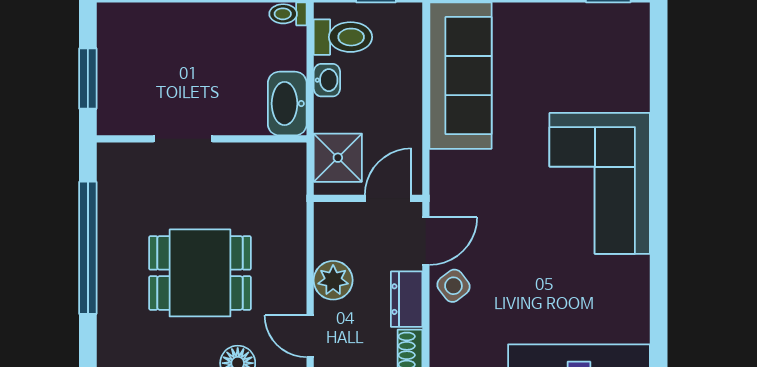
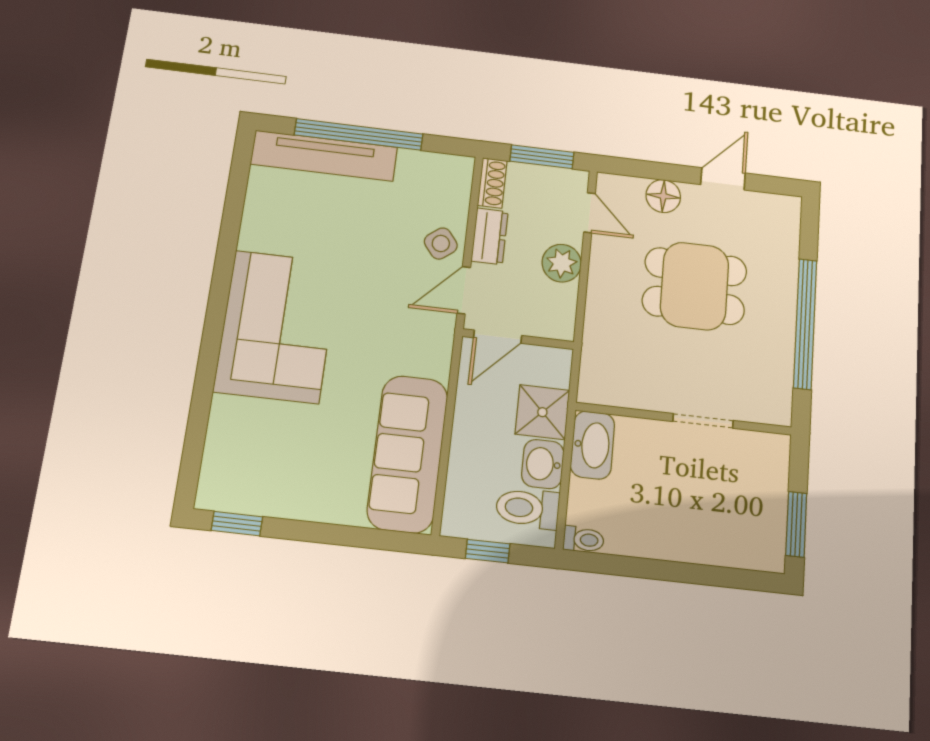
window: (88, 78) -> (796, 524), moved
washbasin: (327, 80) -> (543, 464), width x1.38, depth x1.45
shower: (338, 158) -> (542, 412), moved

